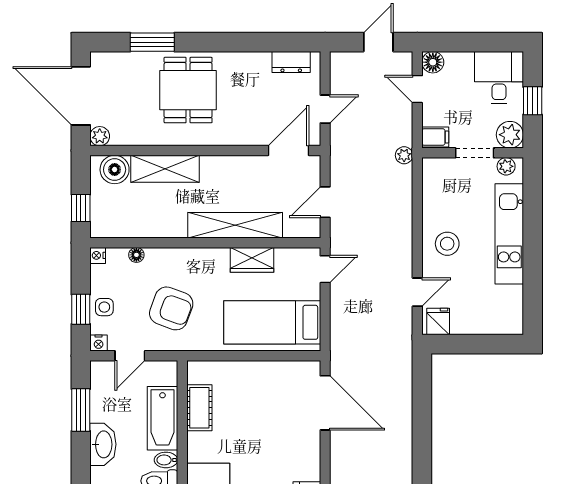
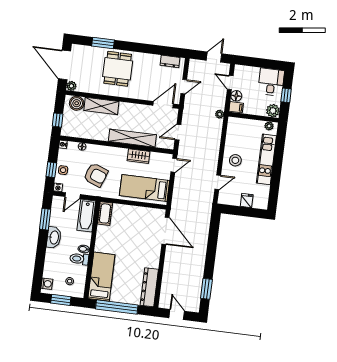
floor lamp: (433, 62) -> (236, 96), moved
doorway: (475, 153) -> (254, 117), removed
fridge: (438, 321) -> (247, 200), moved
cot: (199, 408) -> (105, 213), moved
bathtub: (163, 418) -> (86, 216), moved

